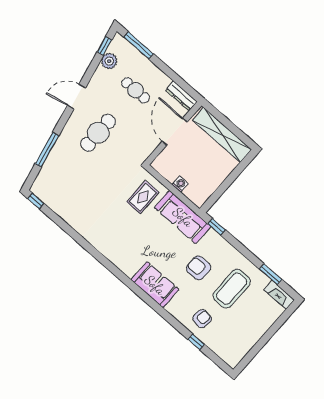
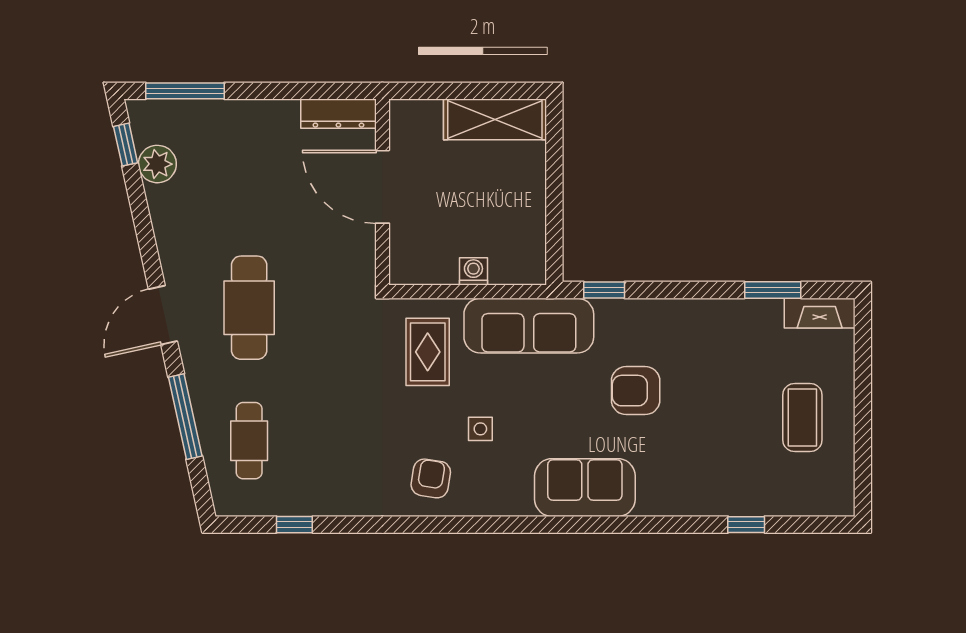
cafe table: (136, 90) -> (249, 441), moved, turned 90
door: (76, 97) -> (163, 315), moved
shelving: (222, 135) -> (495, 119), width x0.68
window: (36, 201) -> (294, 525), moved
side table: (138, 237) -> (480, 429), added
coffee table: (232, 289) -> (802, 418), moved, width x0.73, depth x0.76
armchair: (202, 319) -> (431, 478), moved

